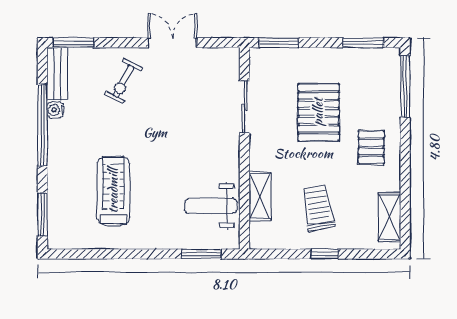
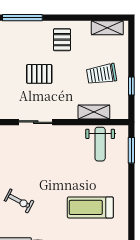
pallet: (318, 112) -> (39, 74), width x0.67, depth x0.71
pallet: (371, 147) -> (62, 40), turned 90
window: (325, 254) -> (131, 86), moved

